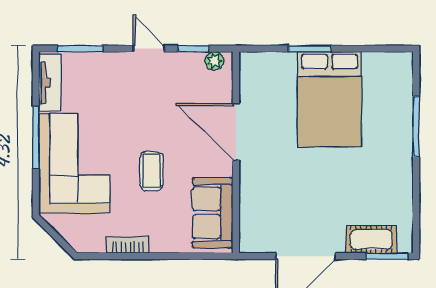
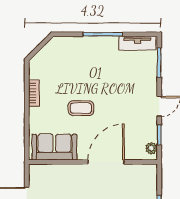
corner sofa: (74, 163) -> (86, 59), removed

